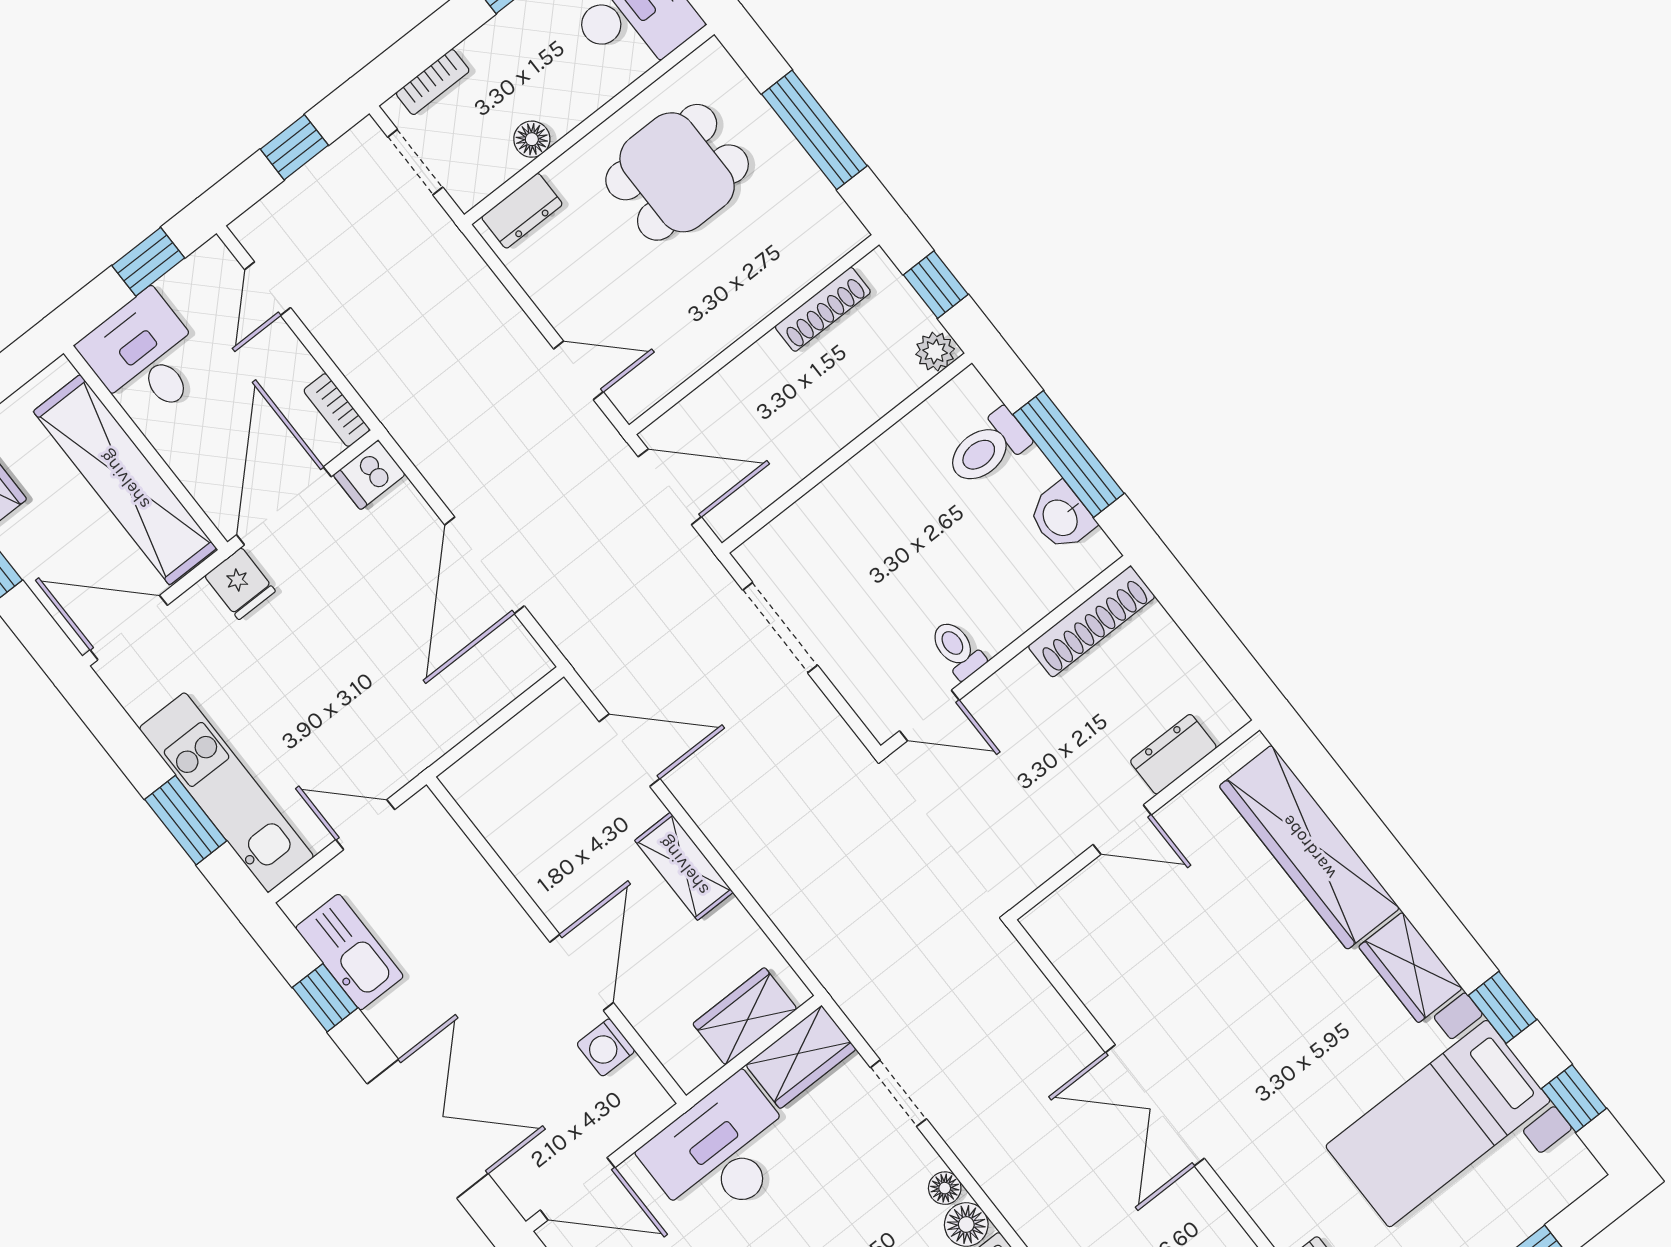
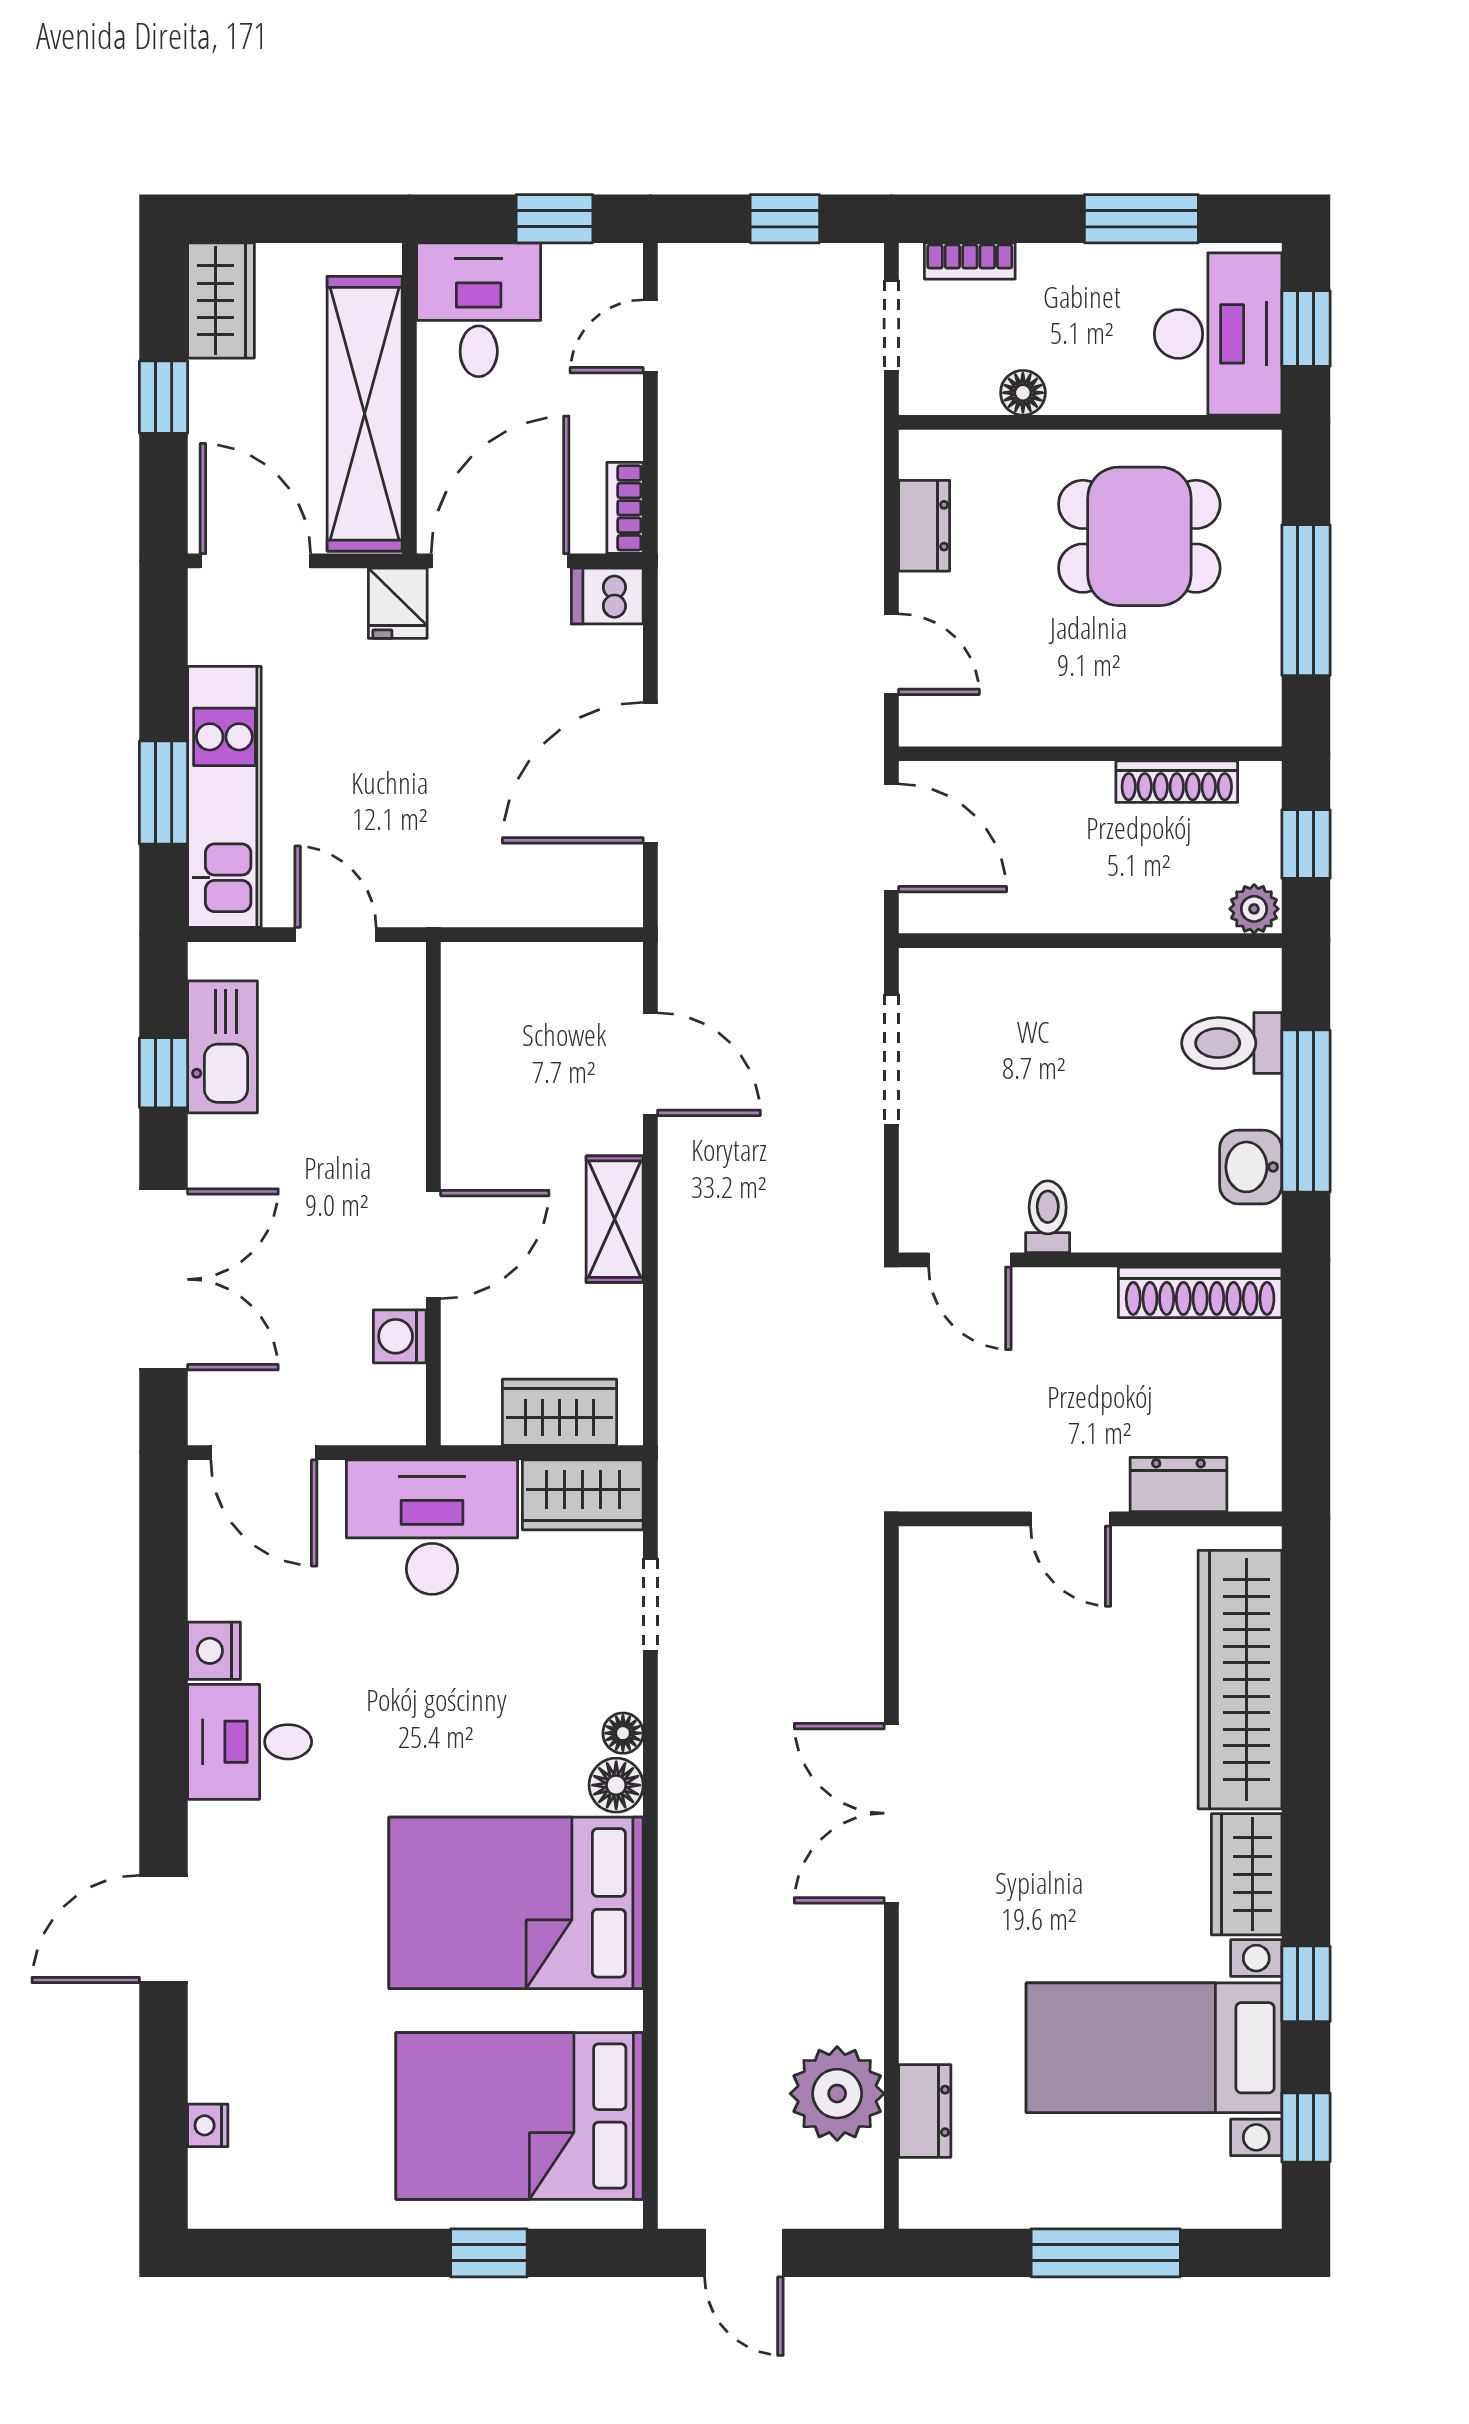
dresser: (522, 211) -> (924, 526), moved, turned -90

